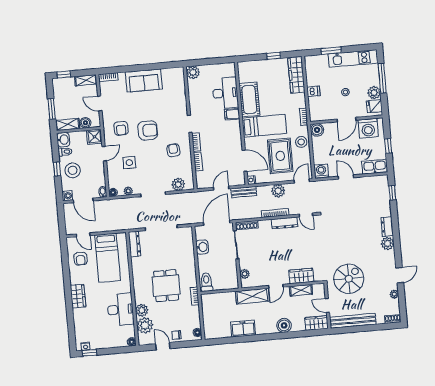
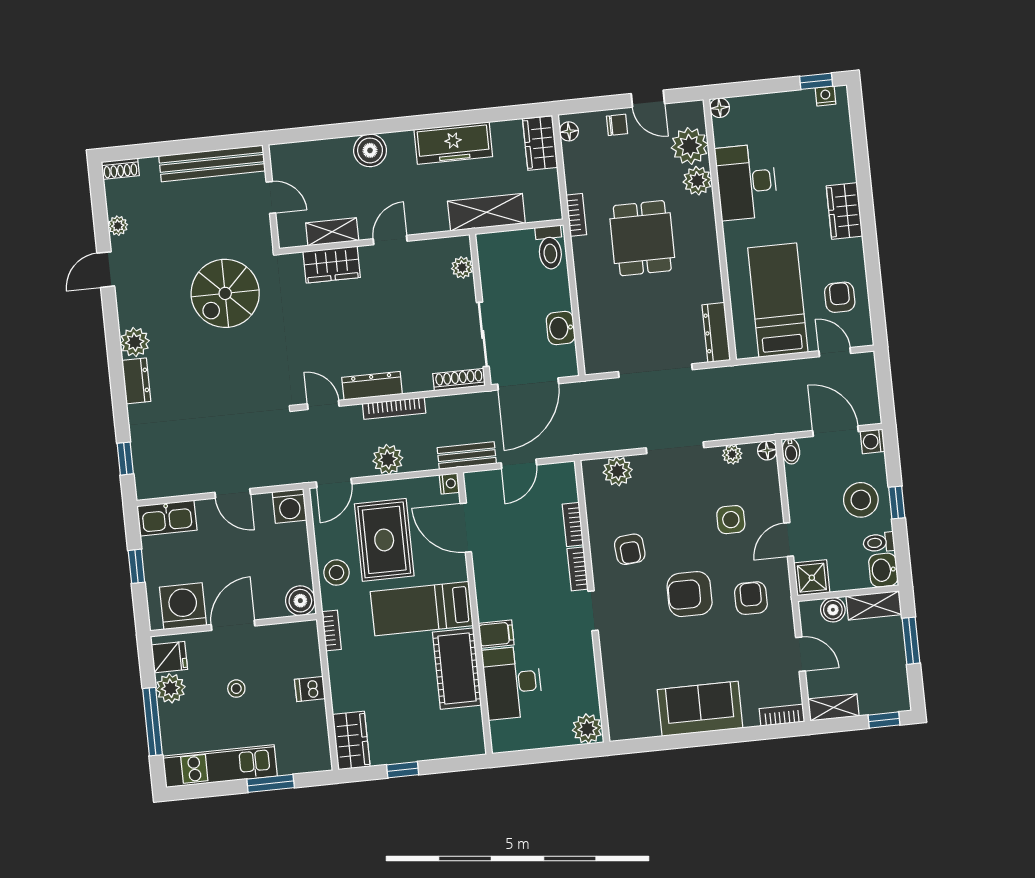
wardrobe: (296, 75) -> (351, 740), width x0.67
spiral stairs: (349, 279) -> (225, 293), moved
shelving: (252, 296) -> (486, 212), moved
wardrobe: (316, 323) -> (540, 143), moved, turned 90
freezer: (243, 329) -> (453, 143), width x1.40

